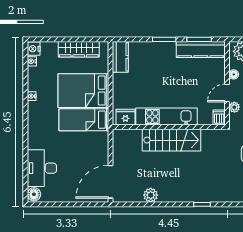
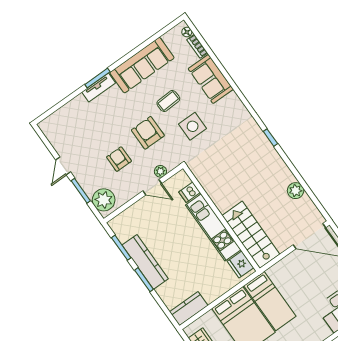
kitchen counter: (201, 49) -> (145, 262), moved
floor lamp: (234, 74) -> (131, 193), removed
dishwasher: (219, 117) -> (190, 192), moved
stairs: (171, 140) -> (251, 235), moved

